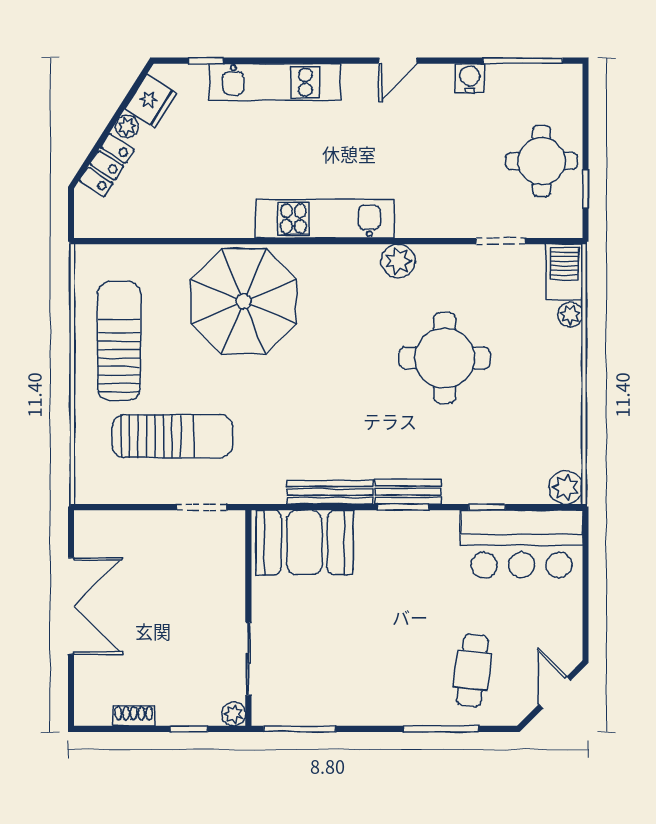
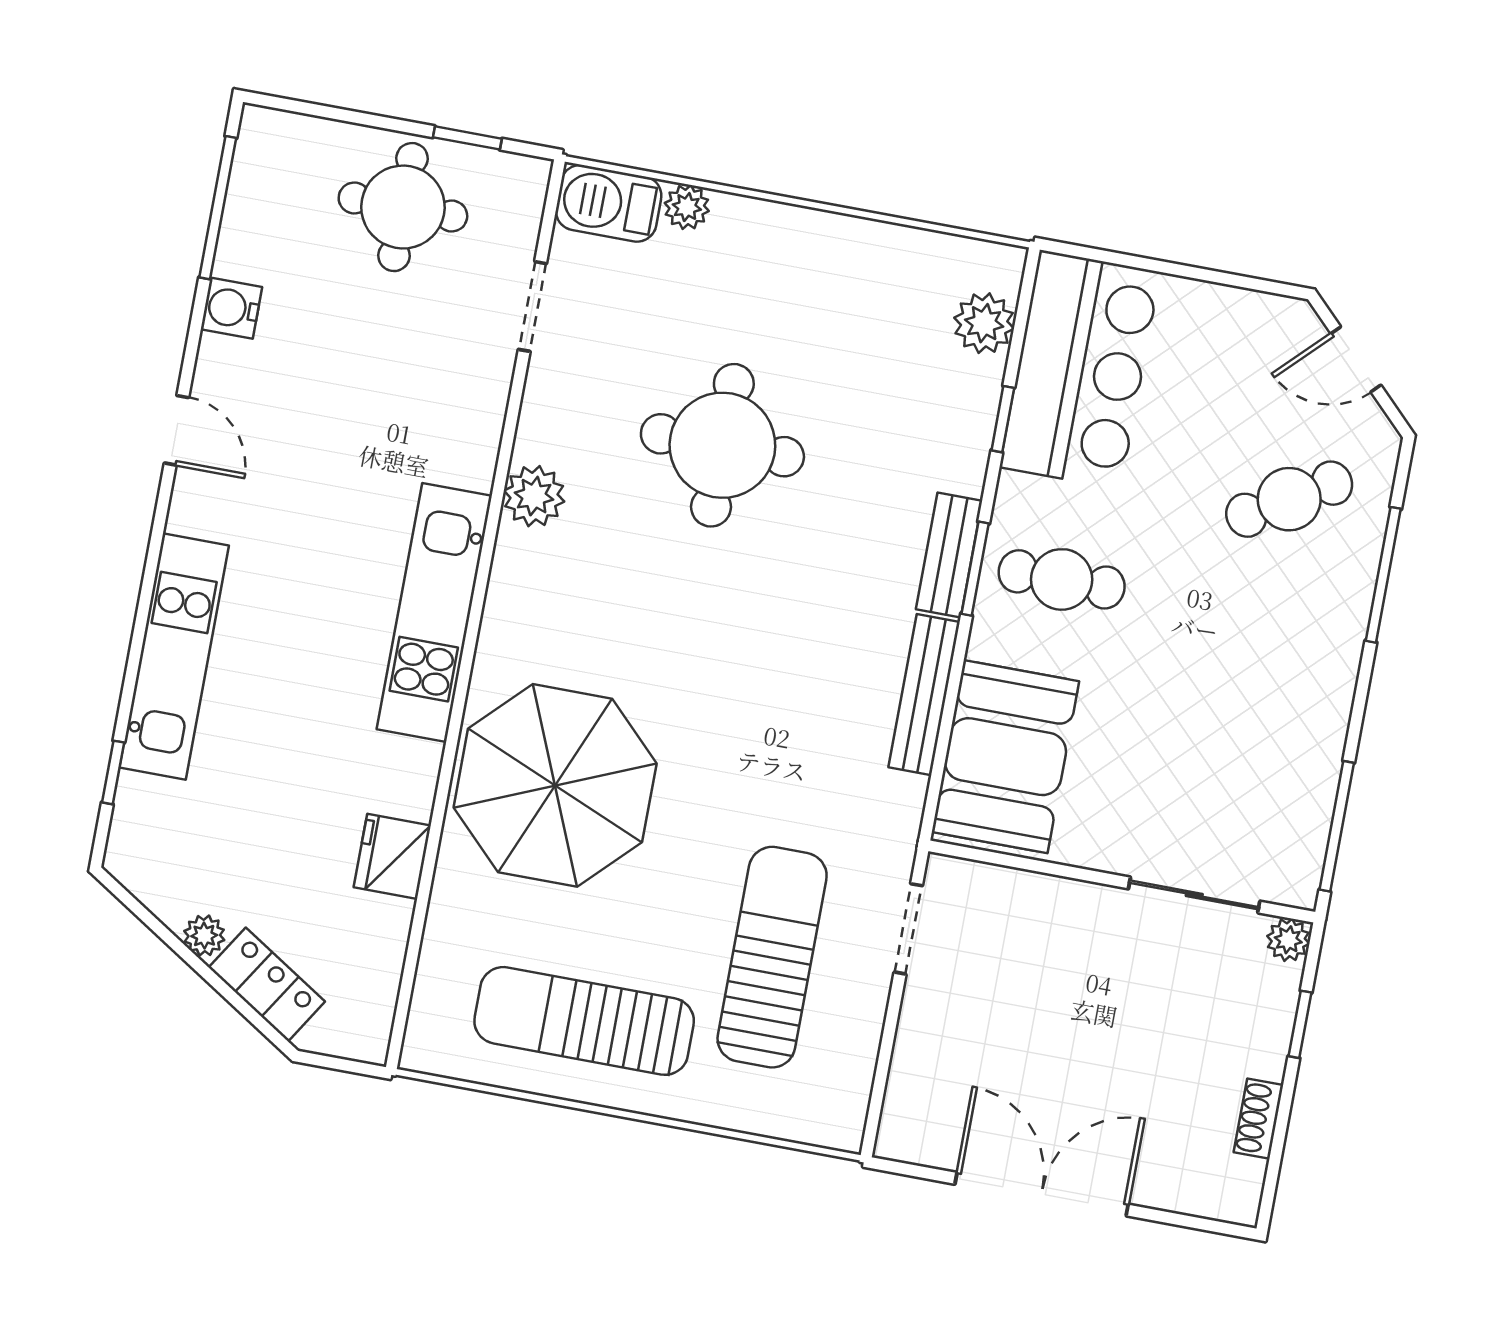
fridge: (151, 101) -> (392, 856), moved, turned -122
plant: (566, 487) -> (984, 323), moved
cafe table: (406, 555) -> (1062, 579), added
cafe table: (472, 670) -> (1289, 499), turned -38

